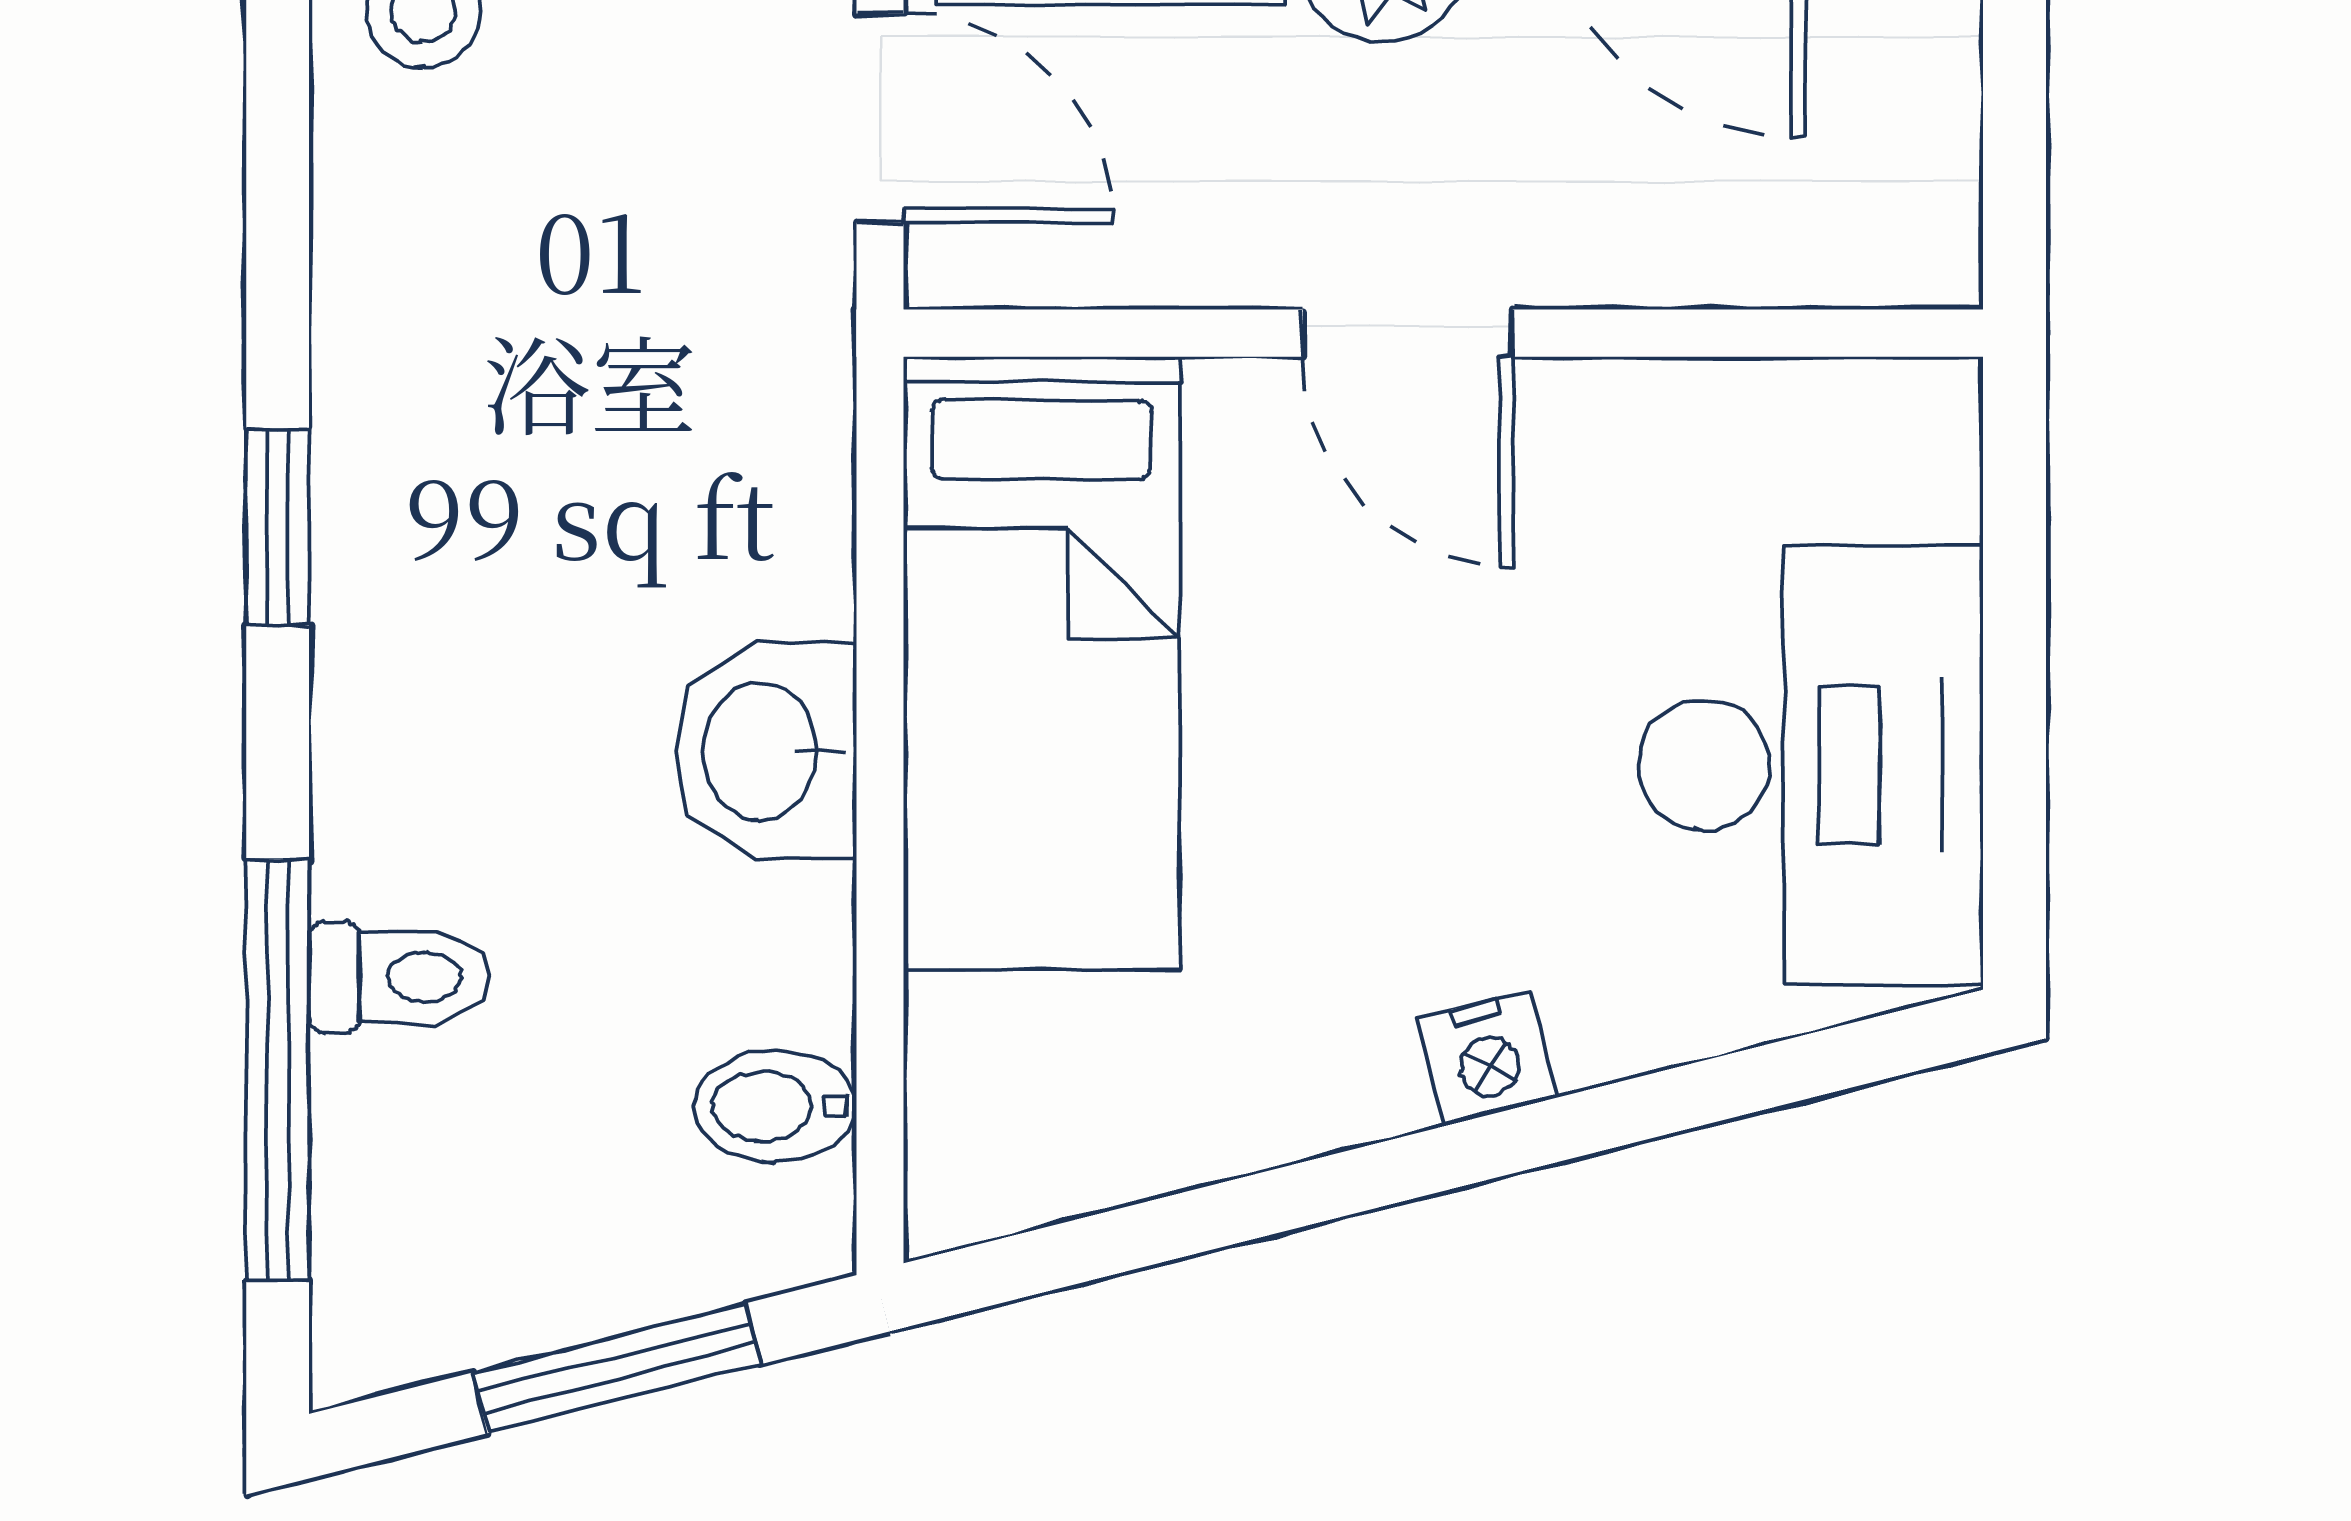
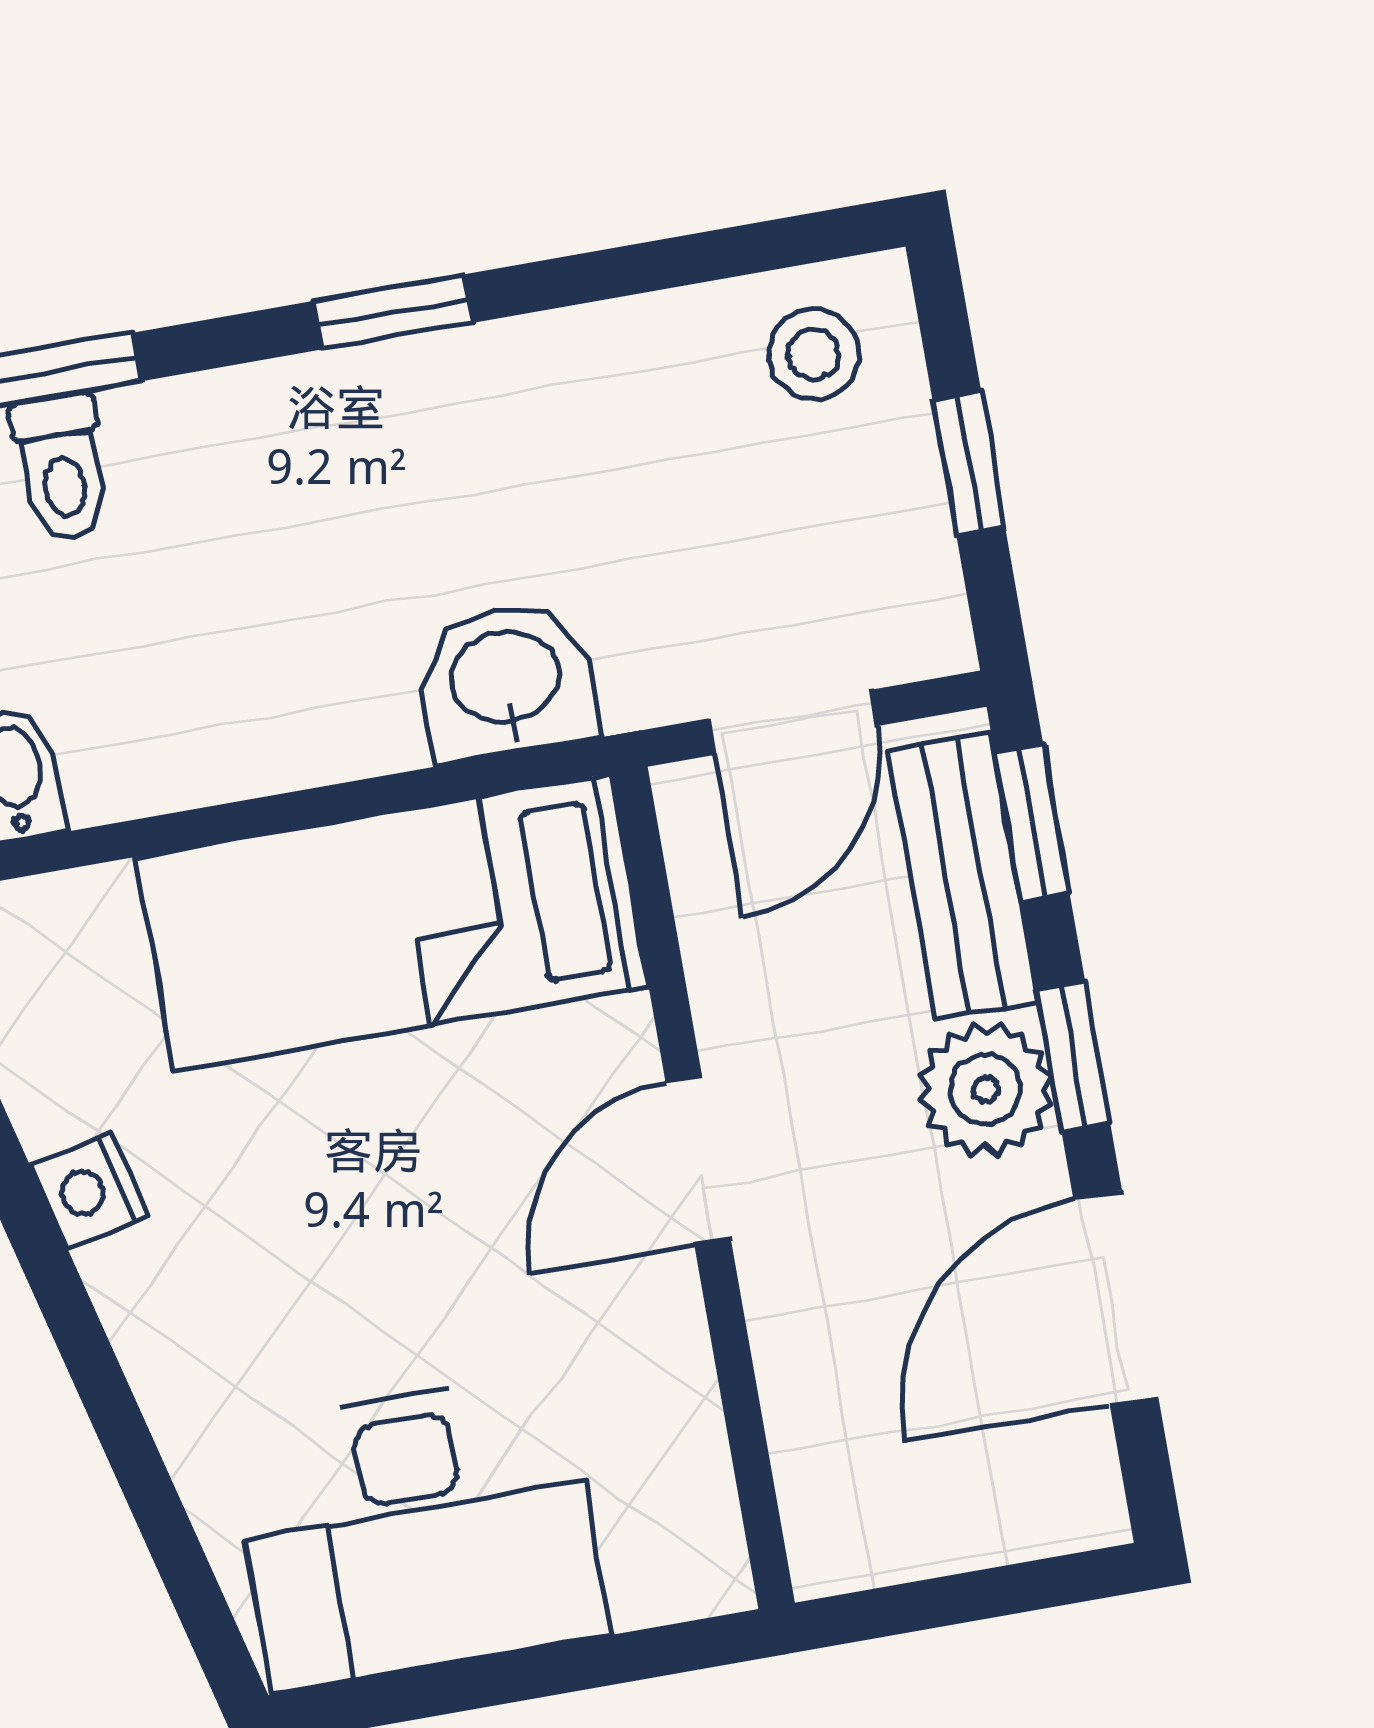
washbasin: (765, 751) -> (506, 681), moved
nightstand: (1488, 1058) -> (89, 1190), moved

